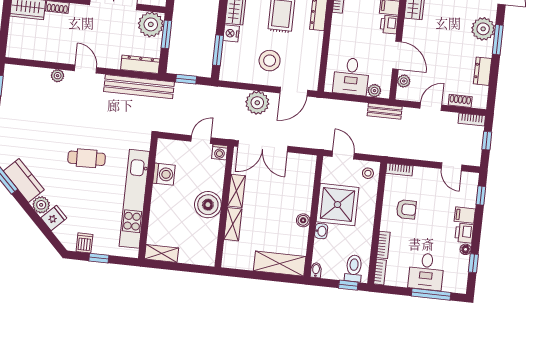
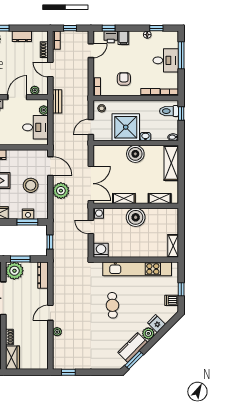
nightstand: (231, 33) -> (28, 214), moved
bench: (139, 87) -> (59, 274), removed
washing machine: (164, 174) -> (101, 250), moved
boiler: (303, 220) -> (135, 154), width x1.86, depth x1.86
shelving: (233, 224) -> (160, 198), moved
printer: (464, 233) -> (111, 37), moved

